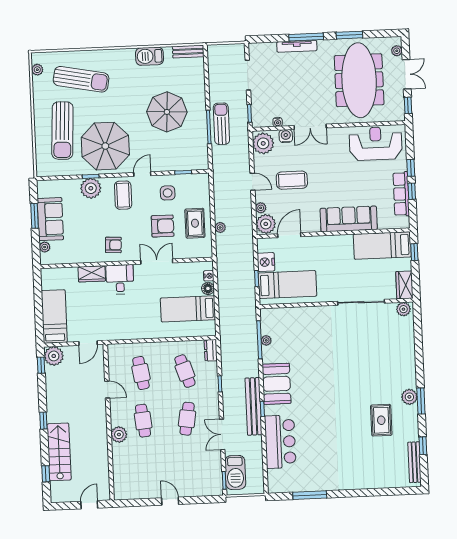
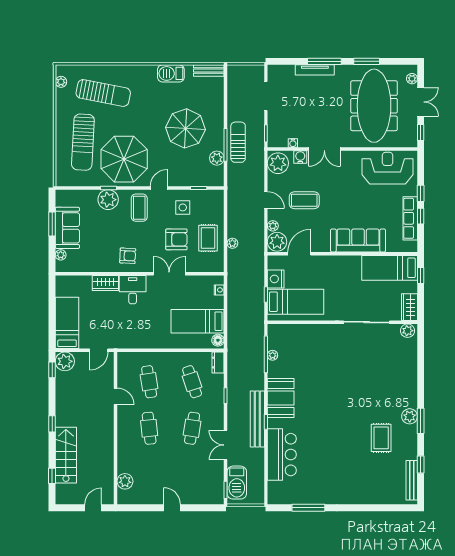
plant: (200, 141) -> (217, 158), added
floor lamp: (208, 288) -> (218, 340), moved
plant: (119, 435) -> (125, 481), moved

